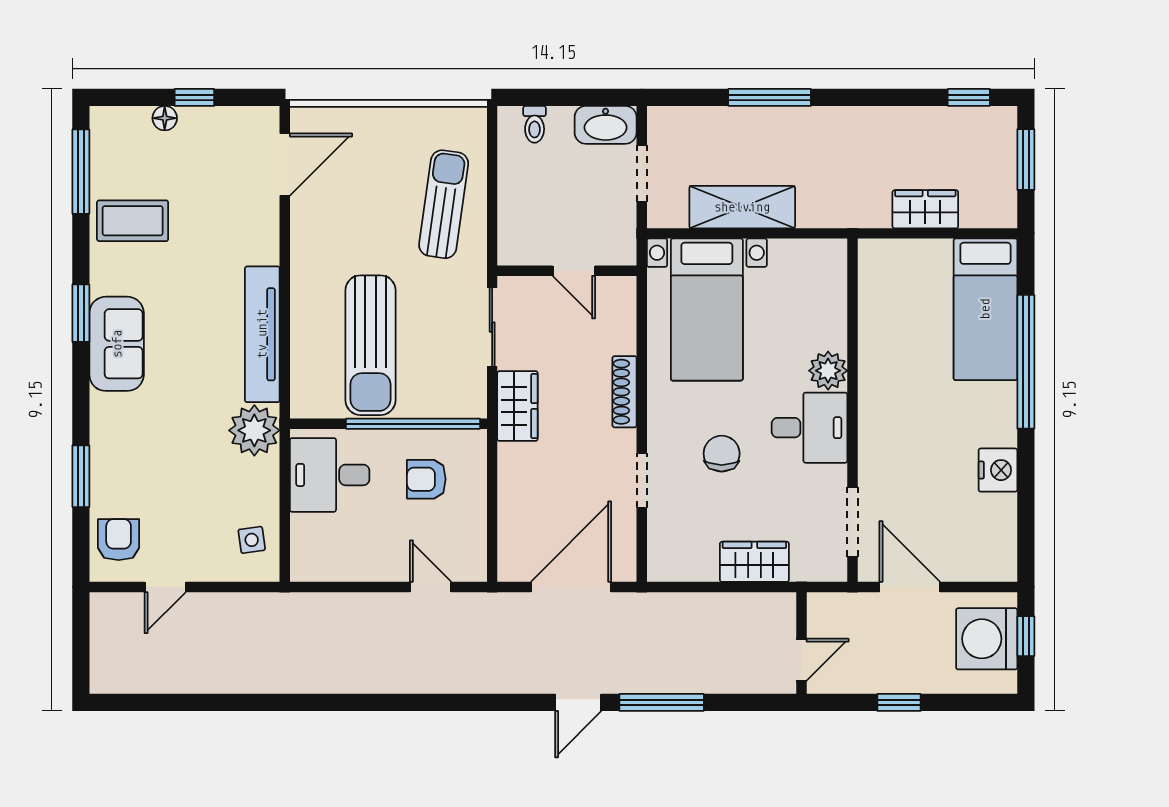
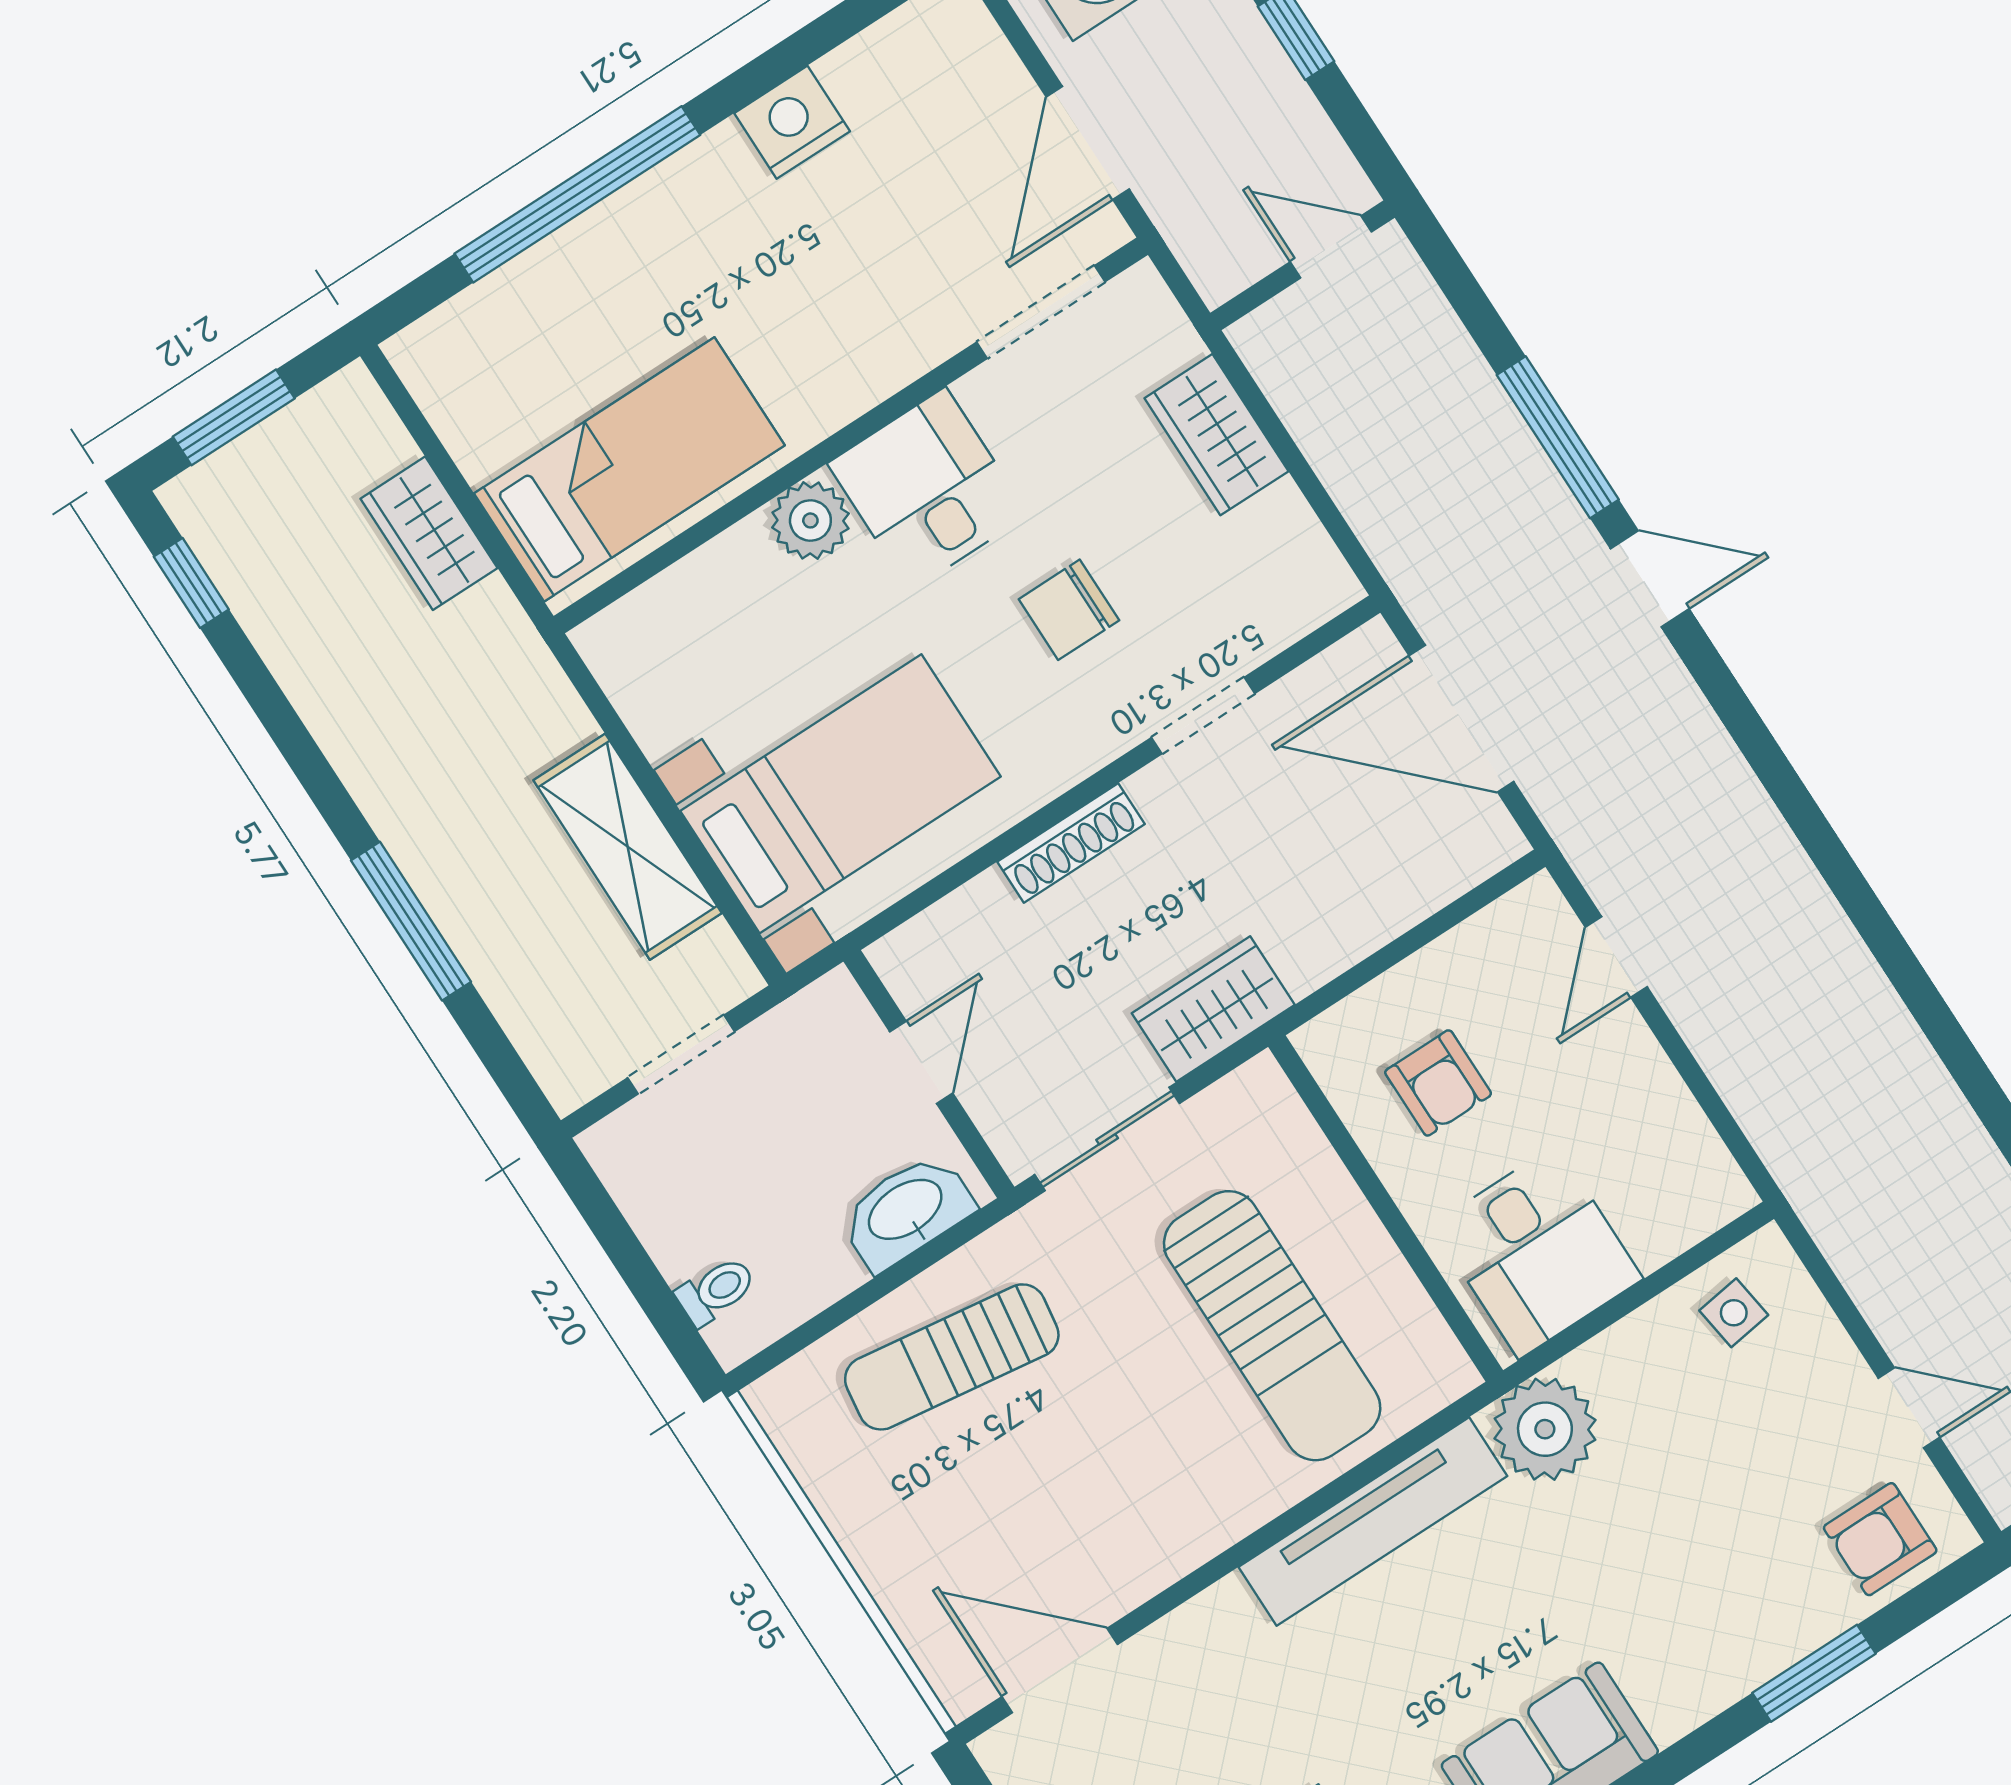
washbasin: (606, 125) -> (906, 1211), moved, turned -90
bed: (985, 309) -> (629, 469), moved
sun lounger: (370, 345) -> (1272, 1326), turned 90
window: (413, 424) -> (1359, 1167), removed

